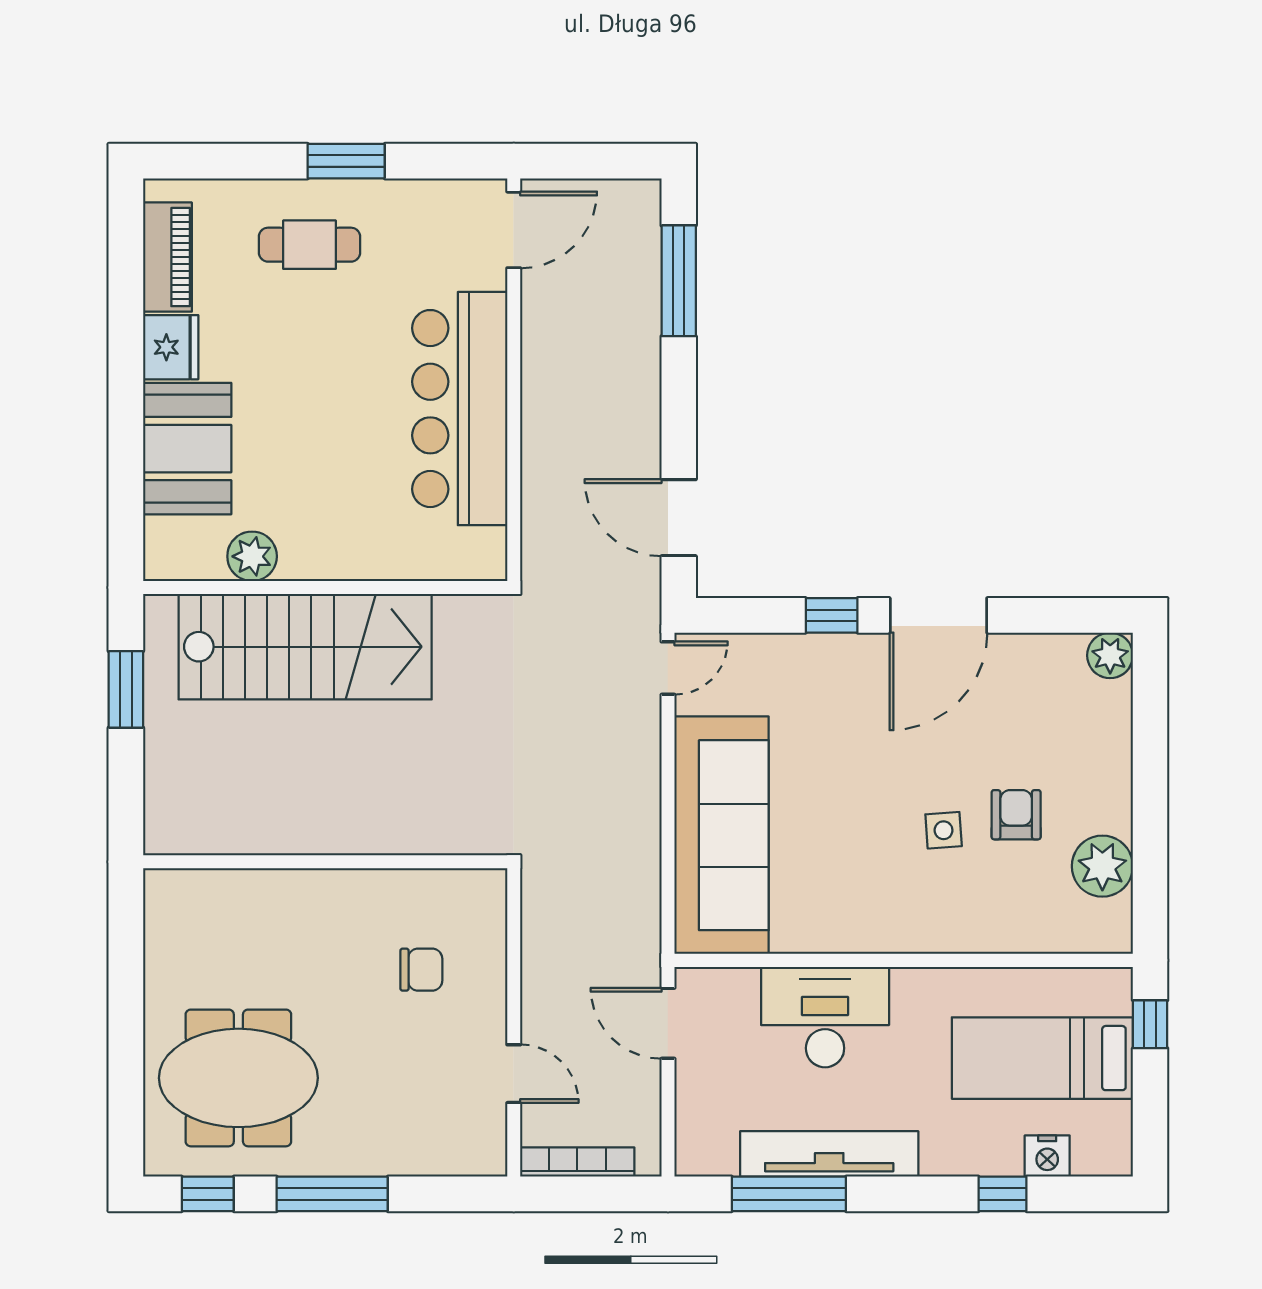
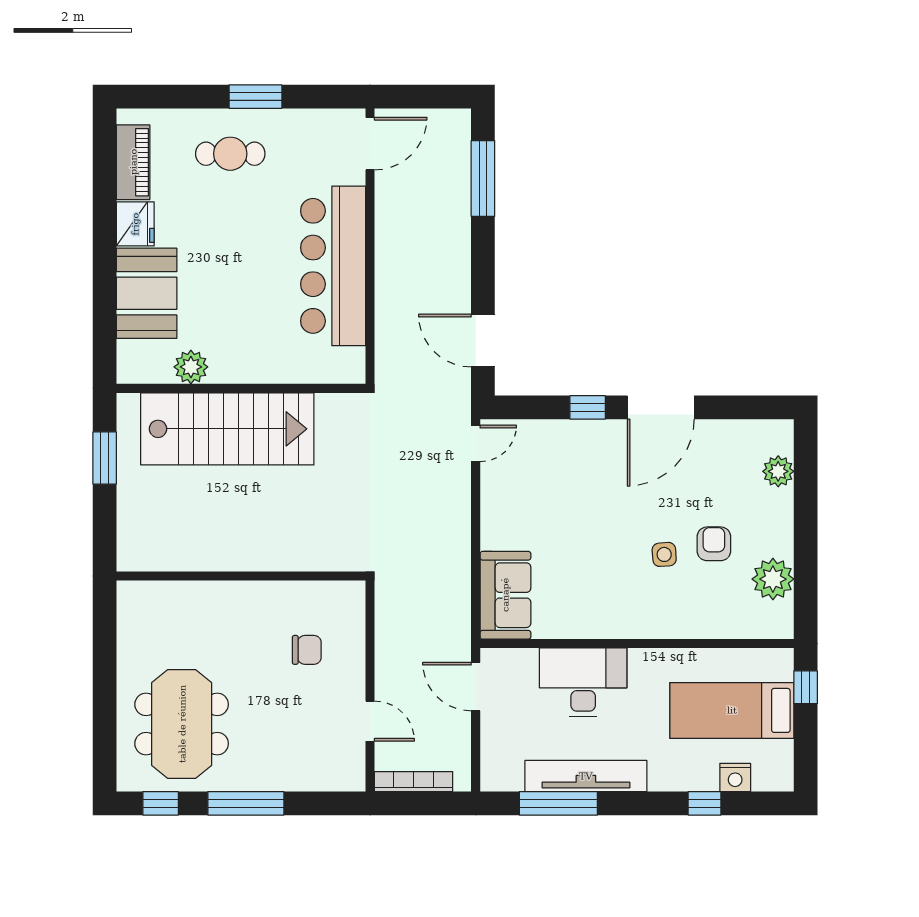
plant: (1110, 655) -> (778, 471), moved
sofa: (722, 835) -> (505, 595), width x0.54, depth x0.79
meeting table: (238, 1078) -> (182, 724), turned 90

